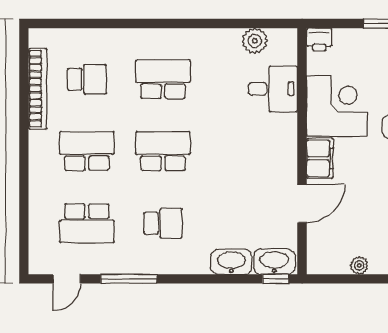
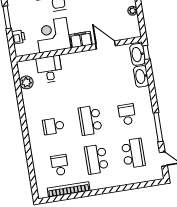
printer: (319, 40) -> (18, 37), moved
school desk: (163, 79) -> (53, 126), width x0.54

